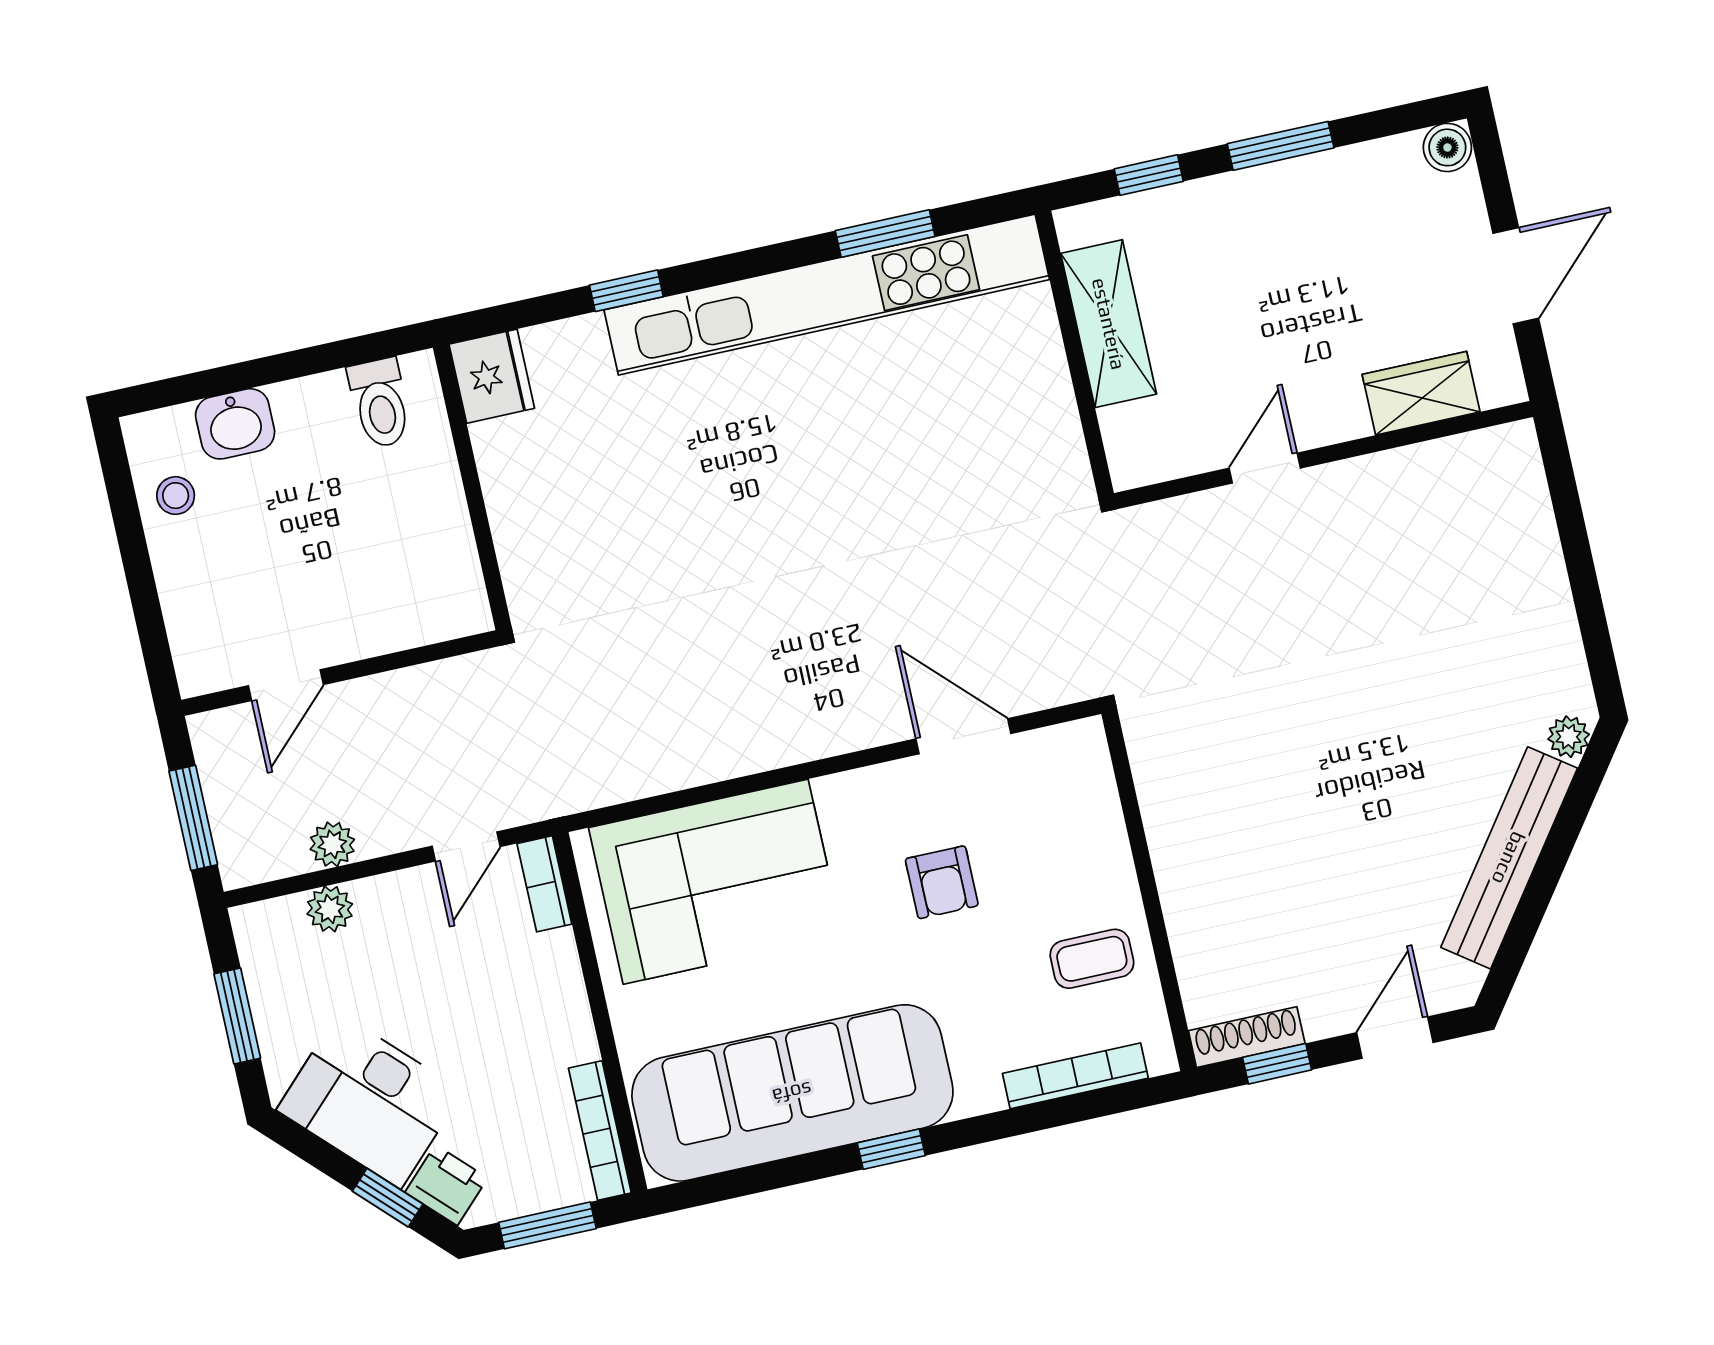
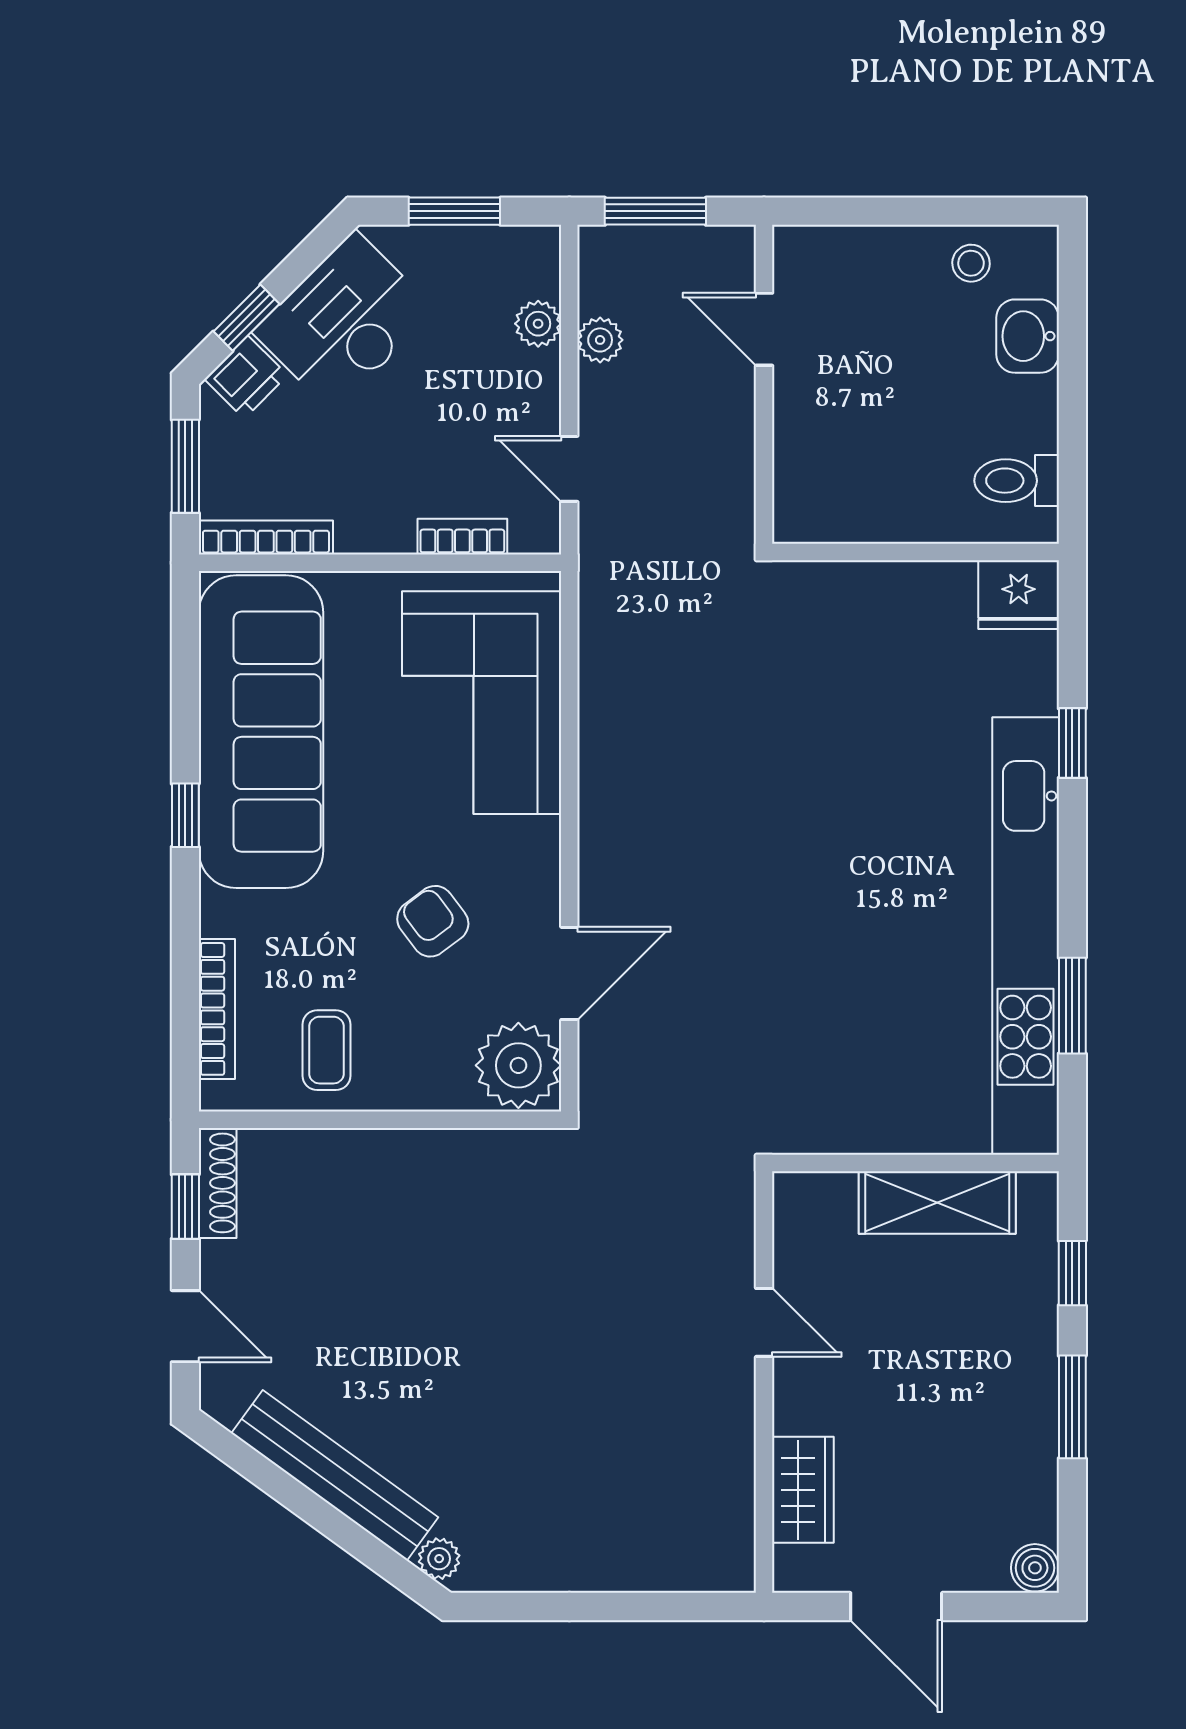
plant: (1065, 766) -> (518, 1065), added
armchair: (942, 882) -> (433, 921), turned 53
bookcase: (544, 884) -> (462, 537), moved

